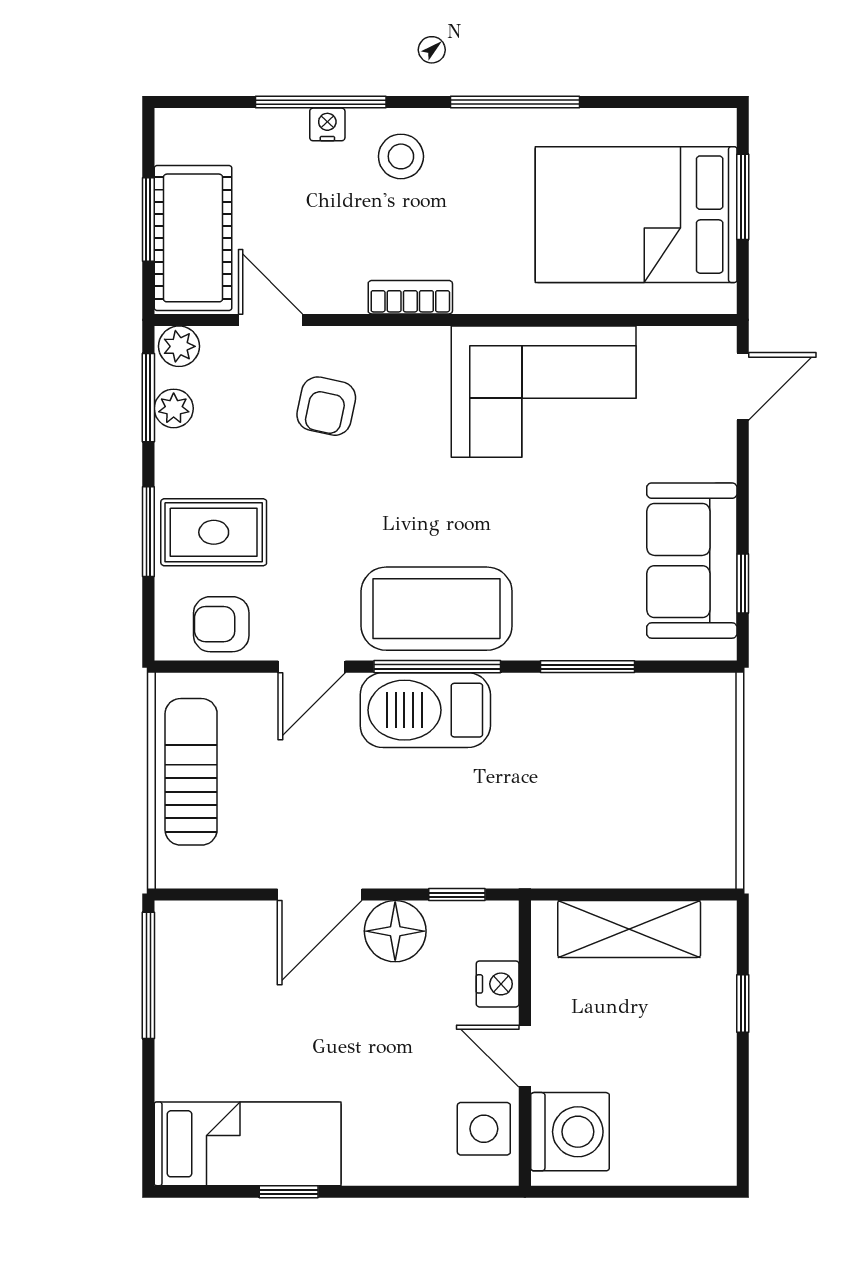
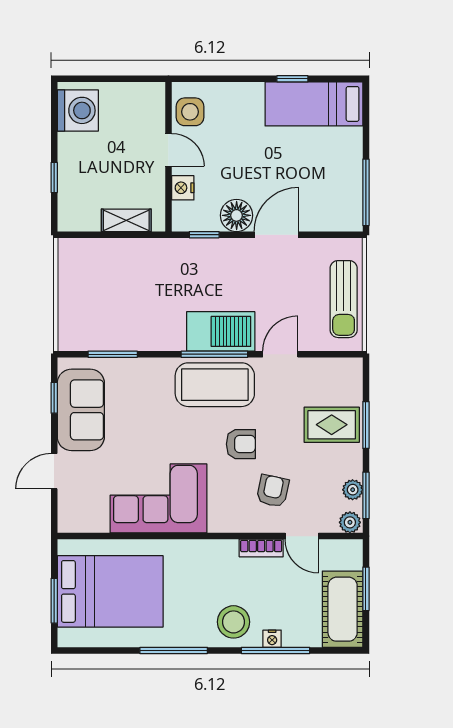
stool: (401, 156) -> (233, 622), width x1.38, depth x1.38
cot: (193, 238) -> (343, 609), moved
bookcase: (410, 297) -> (261, 548), moved
door: (743, 386) -> (54, 471), moved
armchair: (221, 624) -> (241, 444), moved
window: (588, 667) -> (113, 354), moved
shelving: (629, 929) -> (126, 220), width x0.67, depth x0.75
washing machine: (570, 1132) -> (78, 110), moved, turned 180

